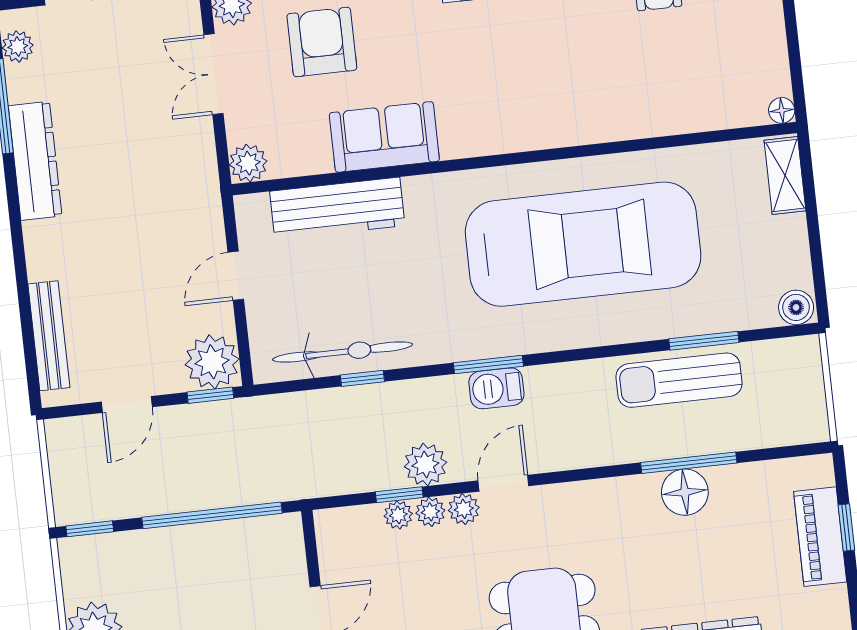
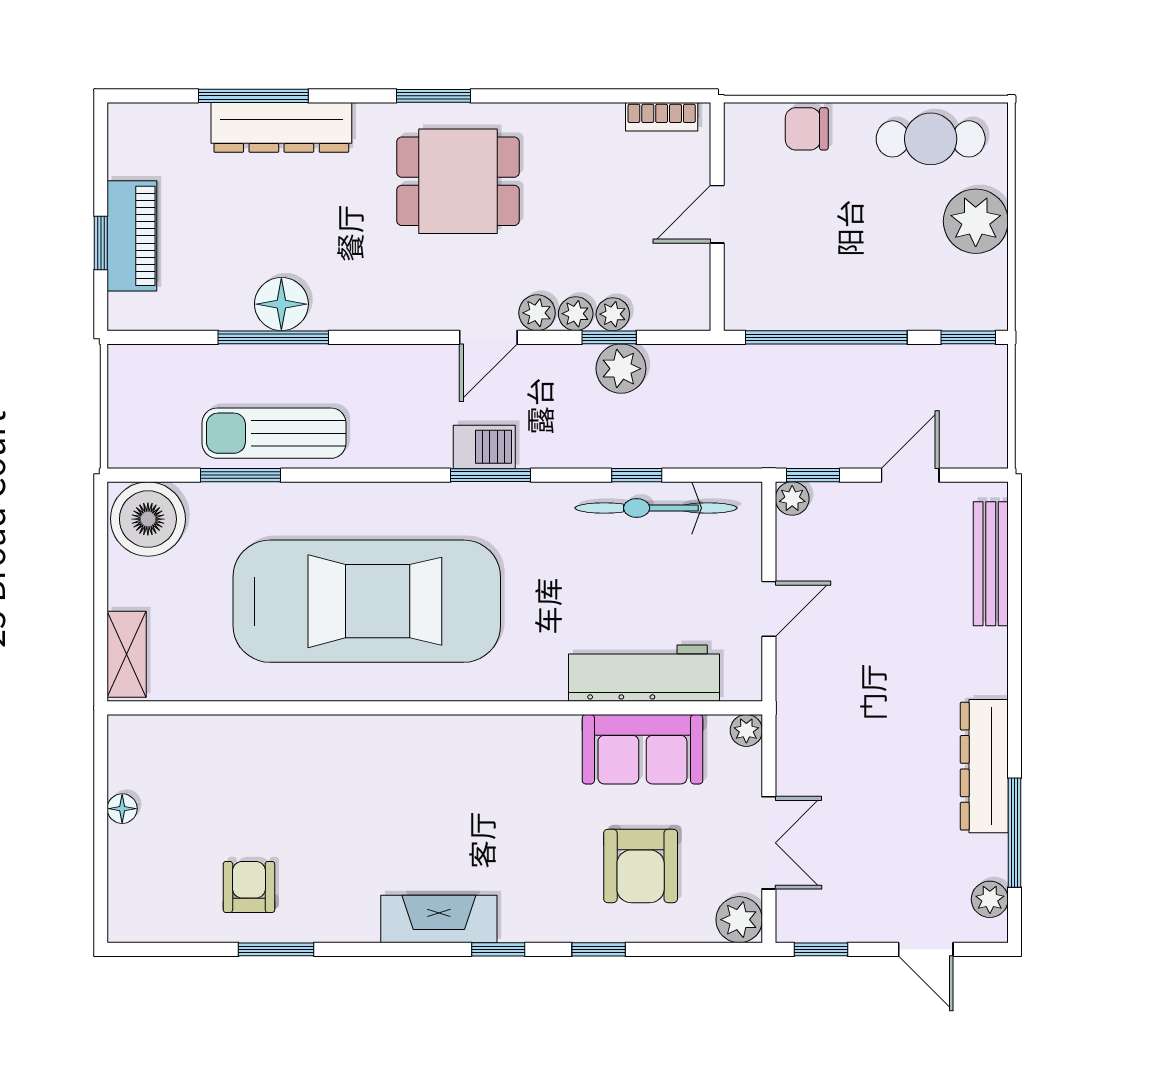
floor lamp: (782, 110) -> (122, 809), moved
sofa: (384, 137) -> (642, 749), moved
plant: (248, 163) -> (746, 730), width x0.73, depth x0.73
car: (583, 244) -> (367, 601), turned 180
boiler: (796, 307) -> (148, 519), width x1.86, depth x1.86
plant: (212, 362) -> (792, 499), width x0.53, depth x0.53
sun lounger: (679, 380) -> (274, 433), turned 180
plant: (425, 464) -> (621, 369), moved

